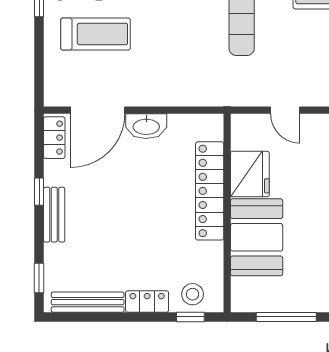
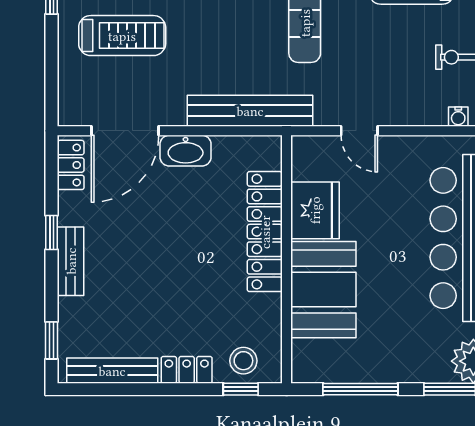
bench: (198, 94) -> (250, 111), added

